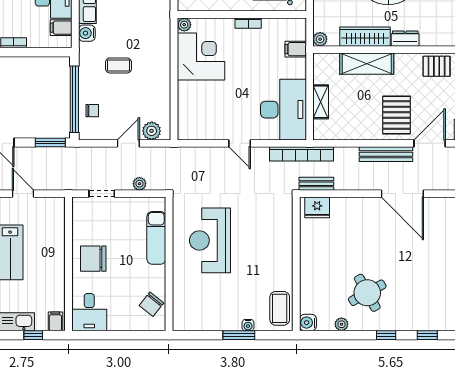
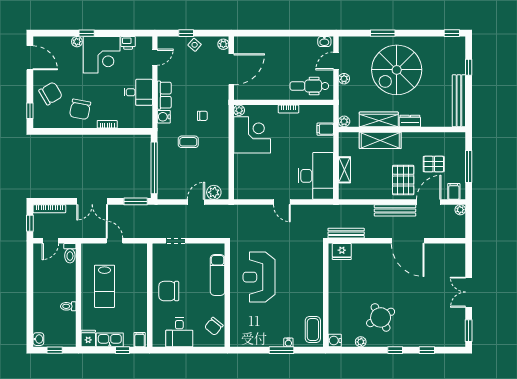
filing cabinet: (61, 28) -> (144, 113), removed
pallet: (437, 66) -> (434, 164), moved
chair: (92, 111) -> (202, 116), moved
bookcase: (301, 154) -> (330, 210), removed
plant: (139, 184) -> (205, 233), removed
bench: (316, 184) -> (346, 233), width x1.36
desk: (89, 312) -> (179, 332), moved

